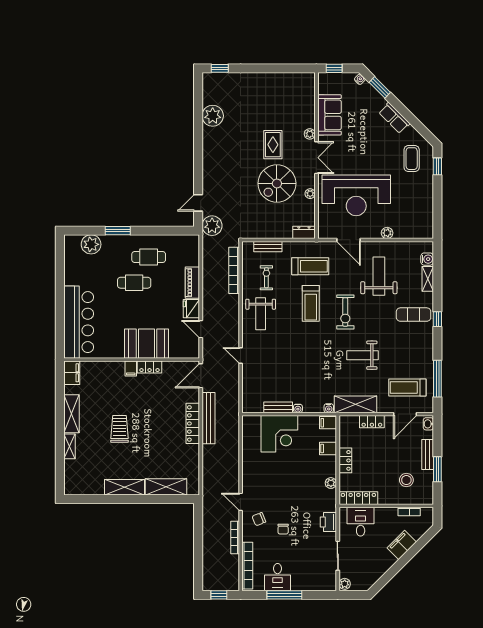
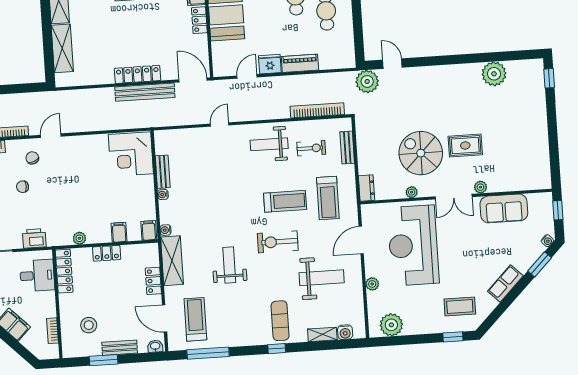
plant: (423, 219) -> (391, 325), added
treadmill: (311, 303) -> (285, 201), turned 180
corner desk: (279, 434) -> (131, 154), moved

